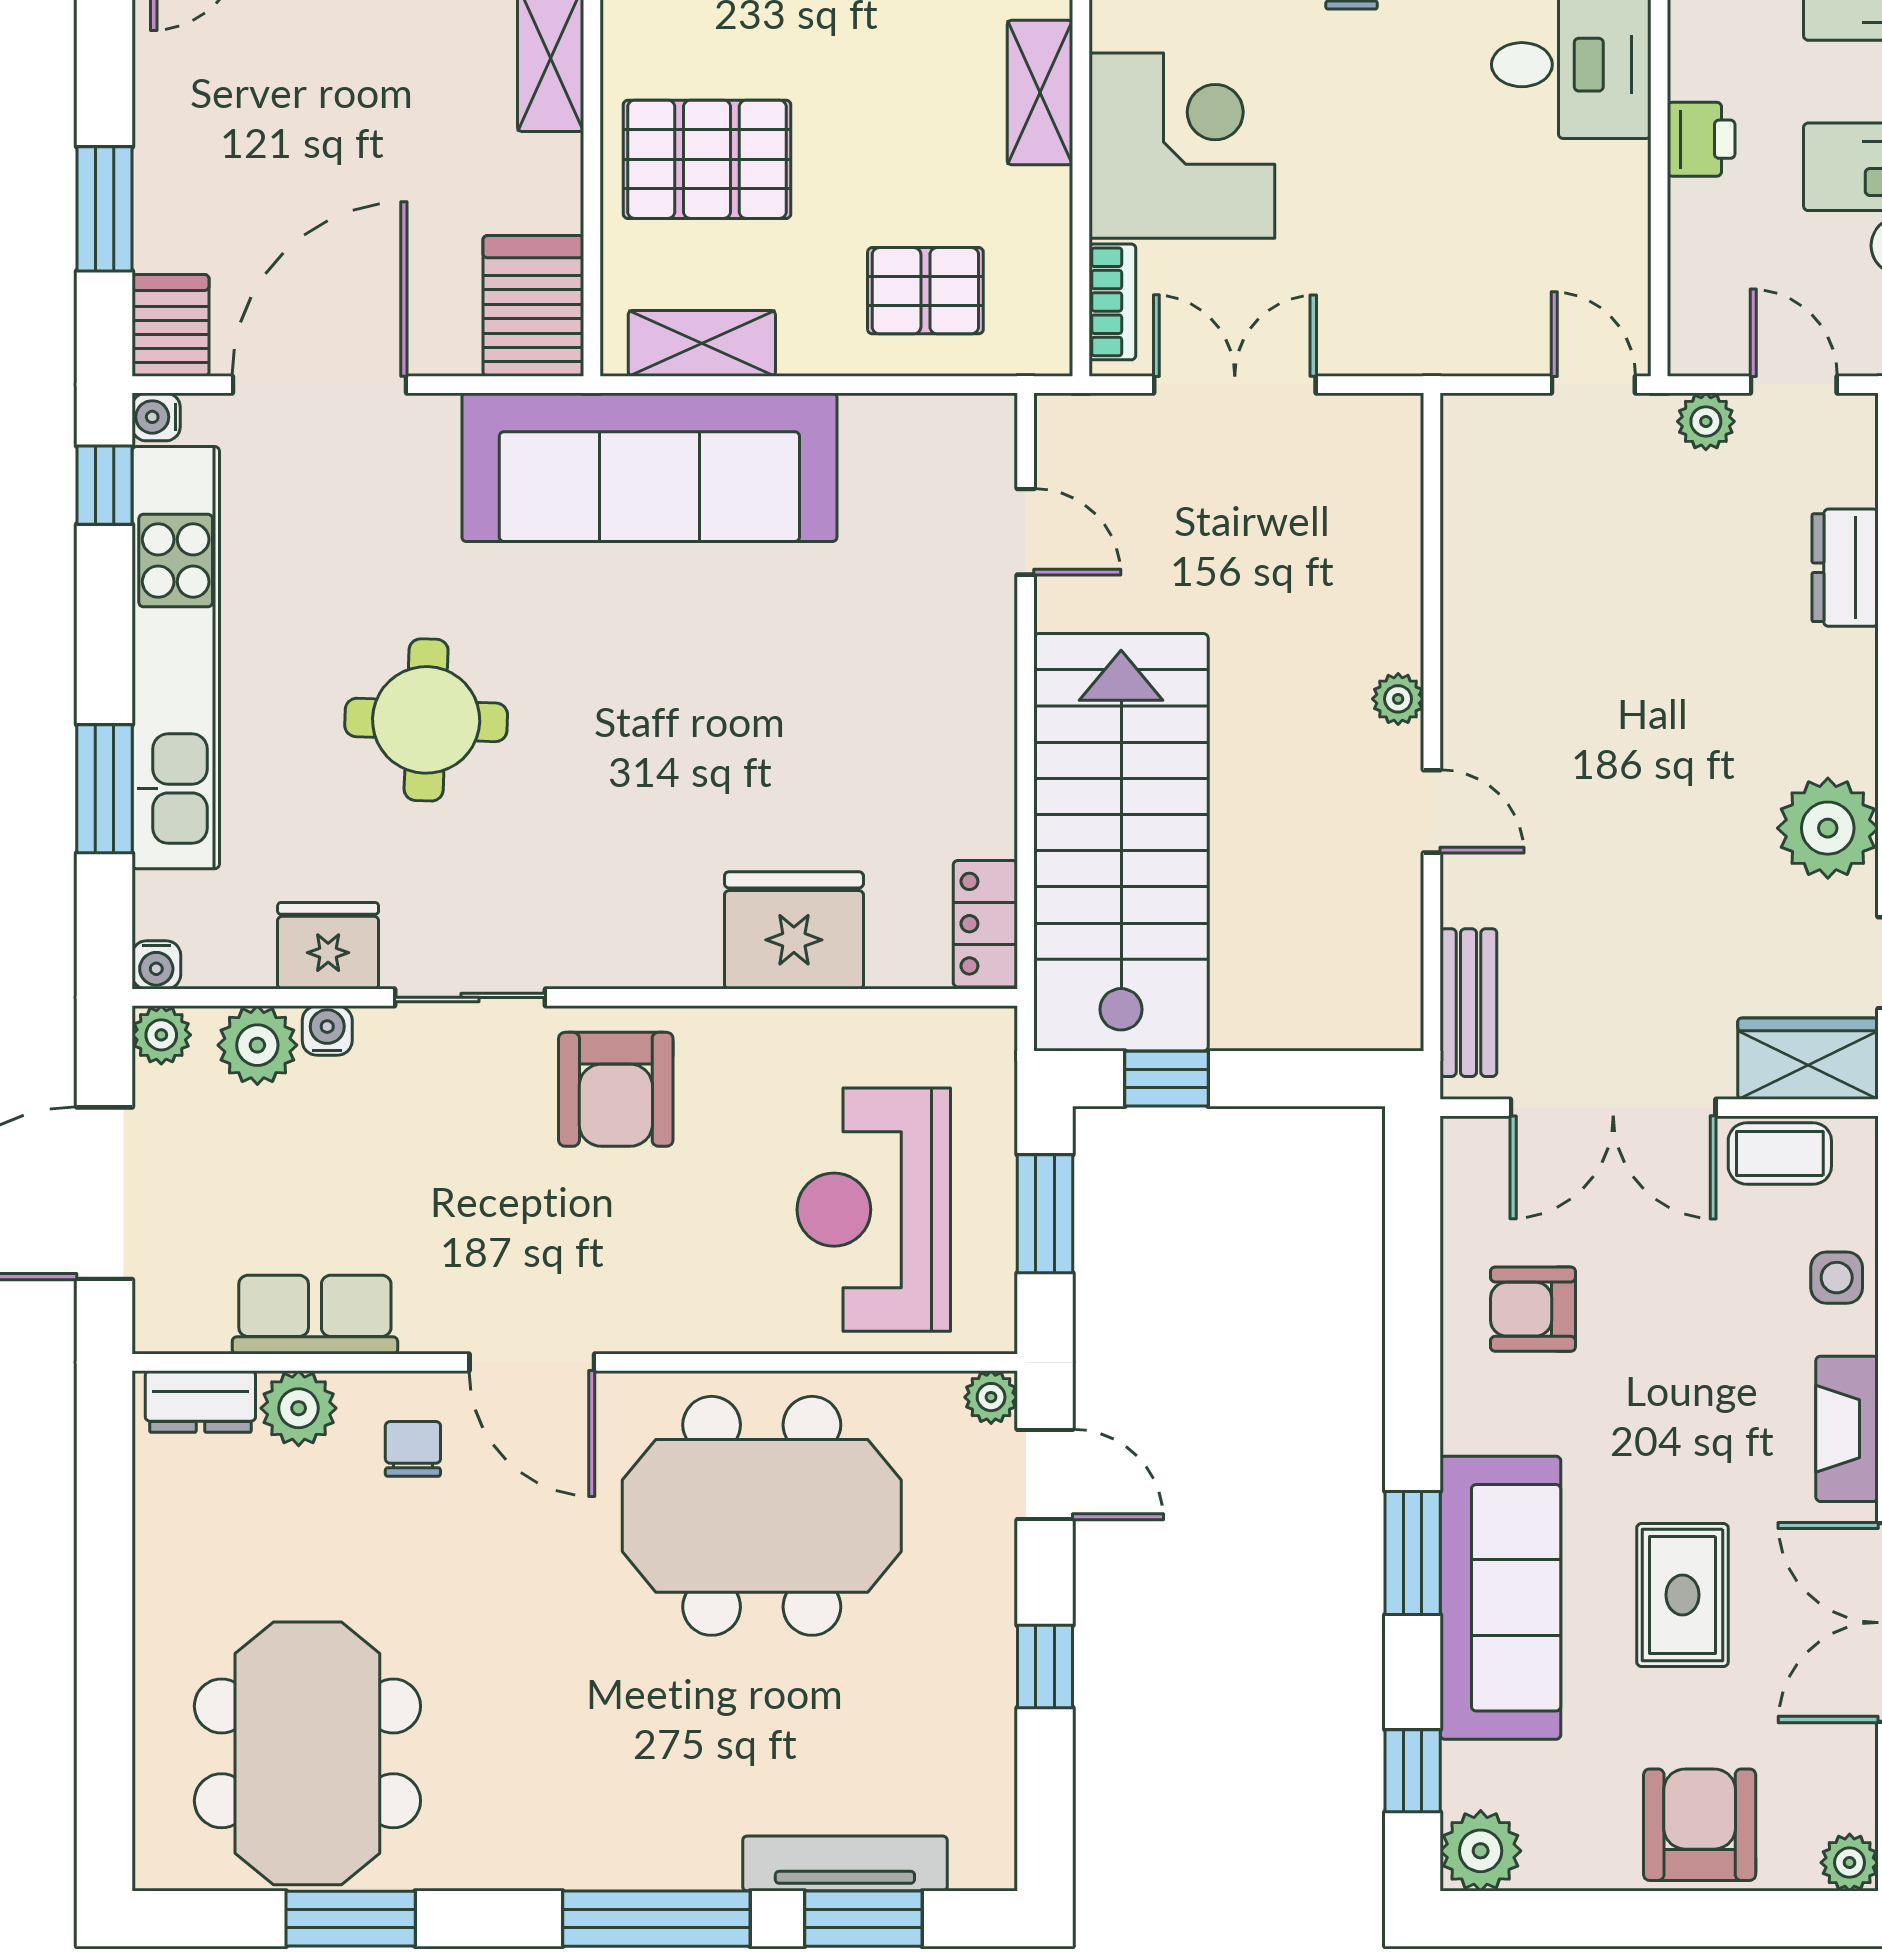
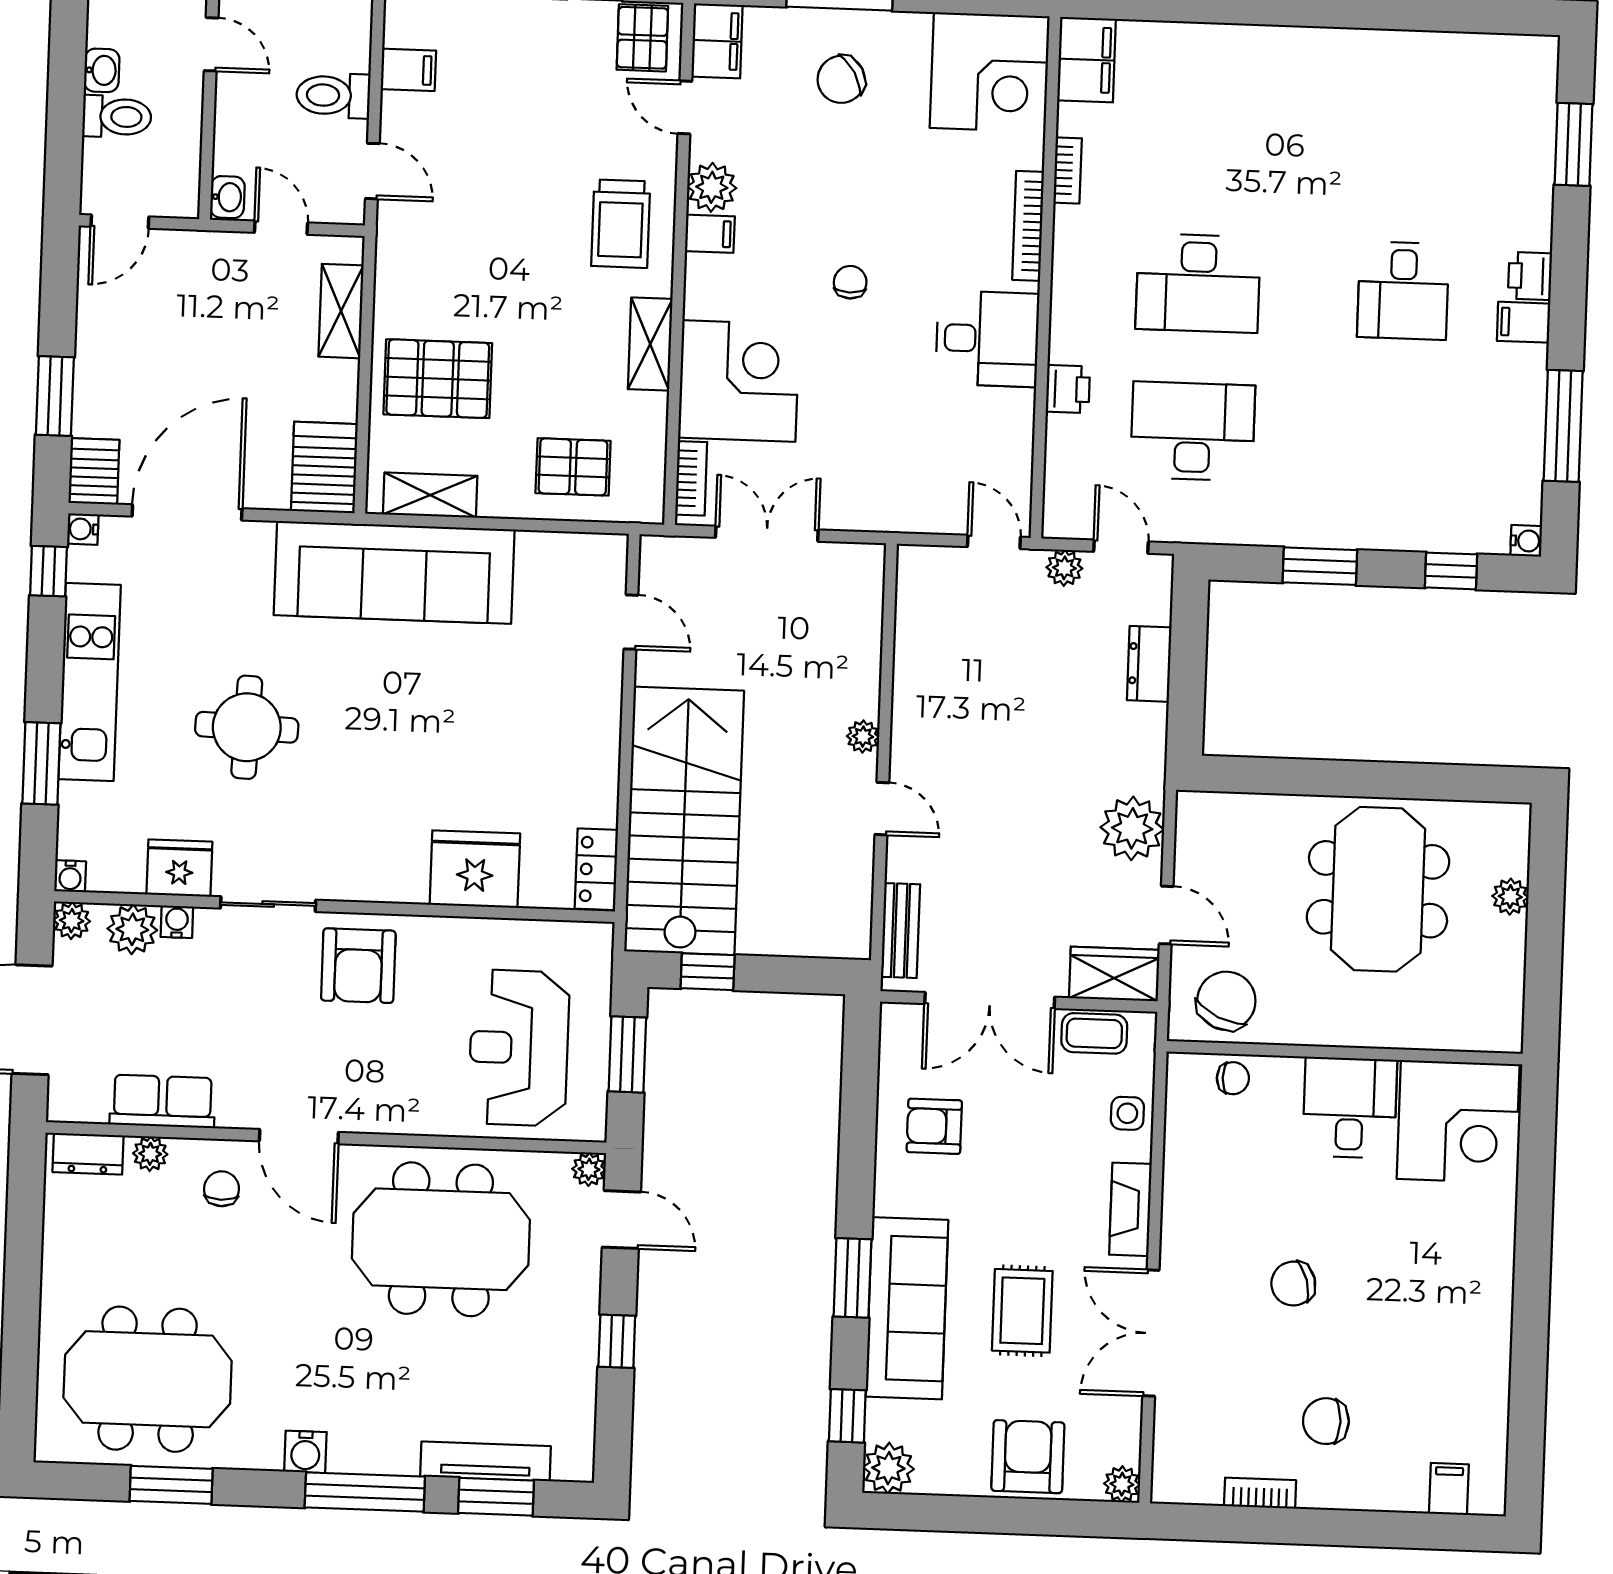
kitchen unit: (176, 658) -> (90, 682), width x0.73
plant: (299, 1408) -> (150, 1154), width x0.73, depth x0.73
meeting table: (307, 1753) -> (148, 1379), turned 90
water cooler: (560, 1859) -> (305, 1452), added

